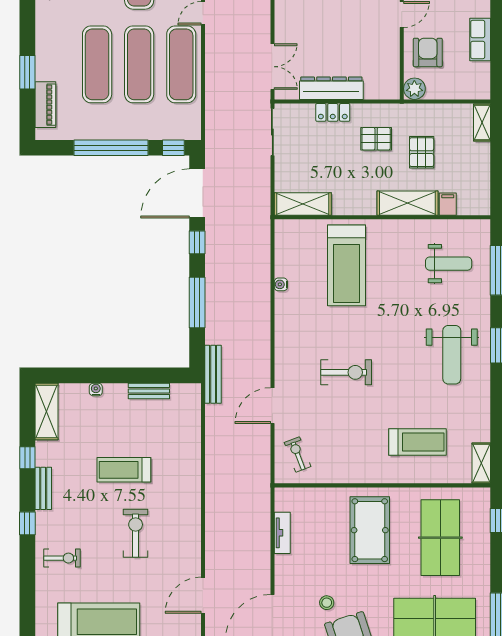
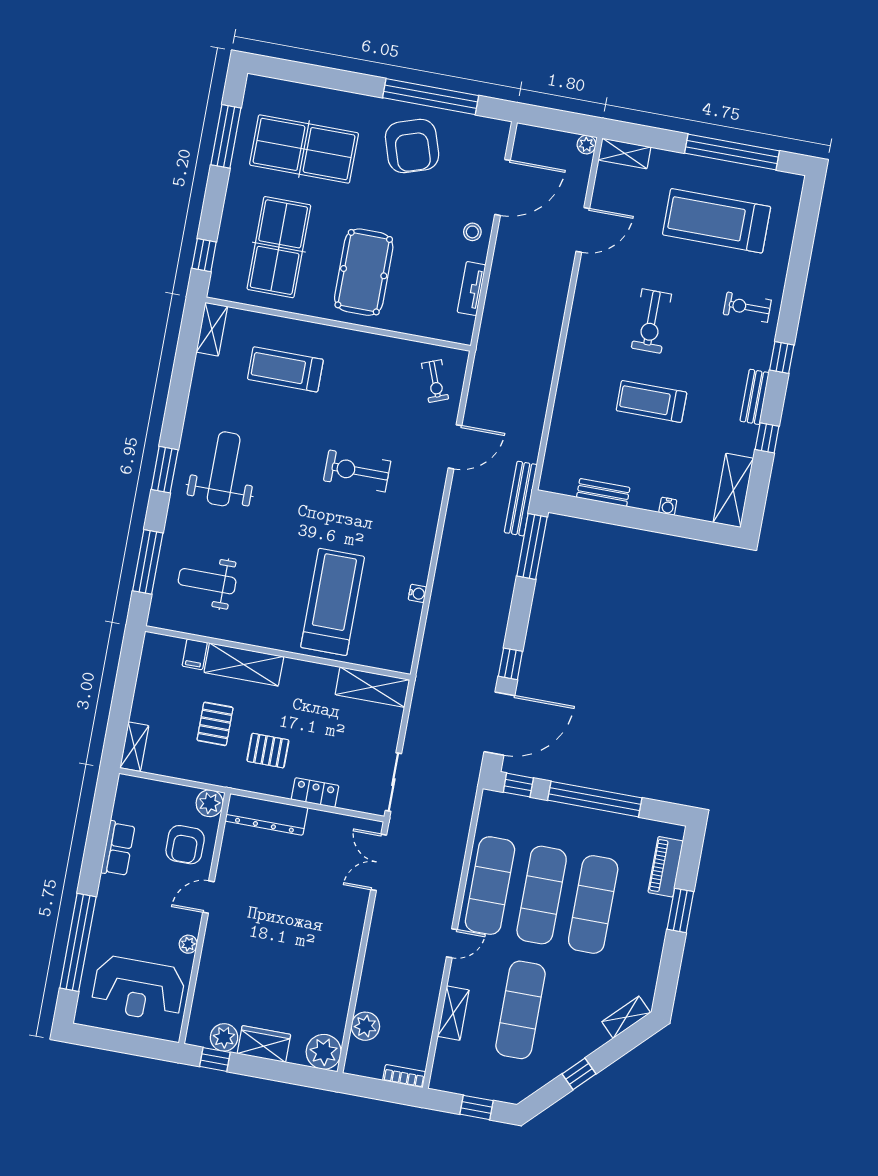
dresser: (331, 88) -> (266, 814), moved
window: (197, 302) -> (532, 546), moved
treadmill: (124, 470) -> (651, 401), turned 180
stool: (327, 603) -> (472, 232), moved

